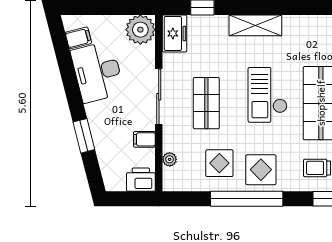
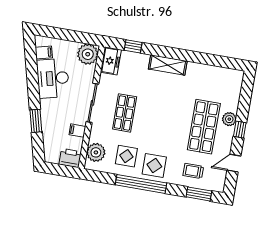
checkout: (268, 95) -> (168, 114), removed
plant: (170, 159) -> (96, 152), width x1.87, depth x1.87

